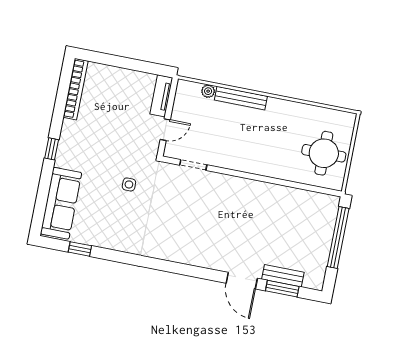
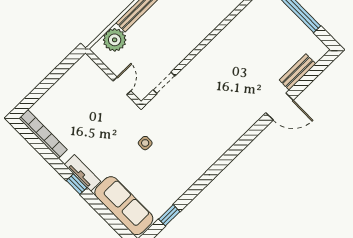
plant: (208, 91) -> (115, 40), width x1.87, depth x1.87
tv unit: (161, 96) -> (83, 173), moved, turned 180
window: (282, 289) -> (307, 79), removed

